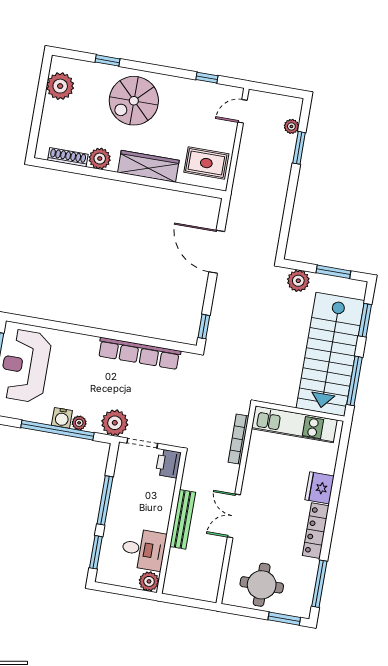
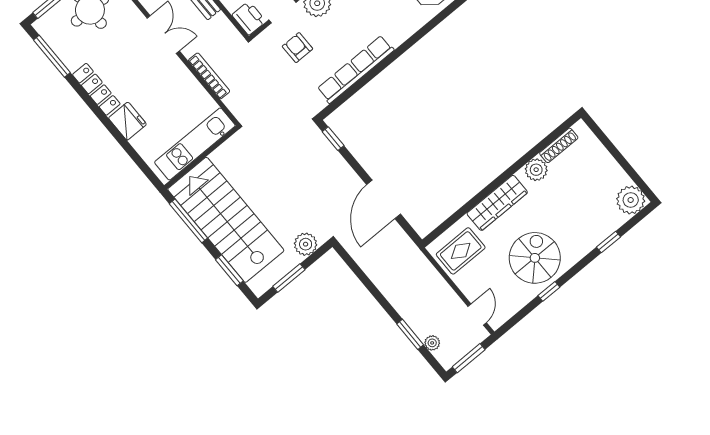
window: (207, 78) -> (549, 291), moved
plant: (60, 86) -> (631, 200), moved
window: (280, 90) -> (469, 358), added
spiral stairs: (134, 101) -> (535, 258), moved
door: (217, 252) -> (384, 199), swing flipped
armchair: (159, 410) -> (297, 48), added
bookcase: (238, 439) -> (209, 76), moved

